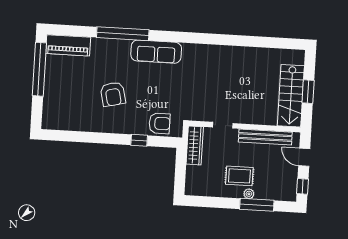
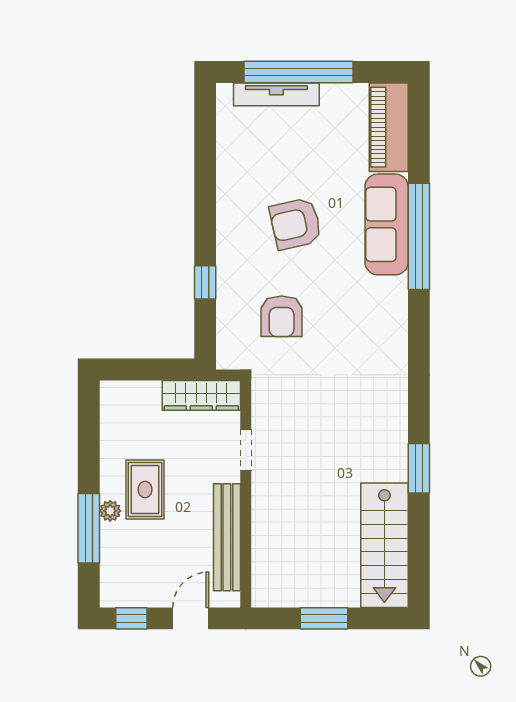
window: (237, 40) -> (419, 468), added
sofa: (156, 52) -> (387, 224), moved
window: (39, 69) -> (299, 72), moved
stairs: (291, 96) -> (384, 545), moved, turned -90
tv unit: (49, 100) -> (276, 94), added
armchair: (160, 123) -> (282, 316), moved

